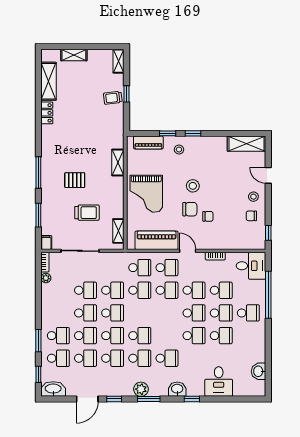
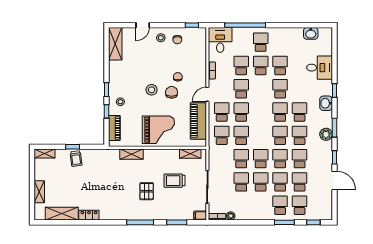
trolley: (87, 213) -> (175, 181), turned -90
school desk: (194, 313) -> (280, 112), moved
washbasin: (53, 389) -> (326, 210), removed

